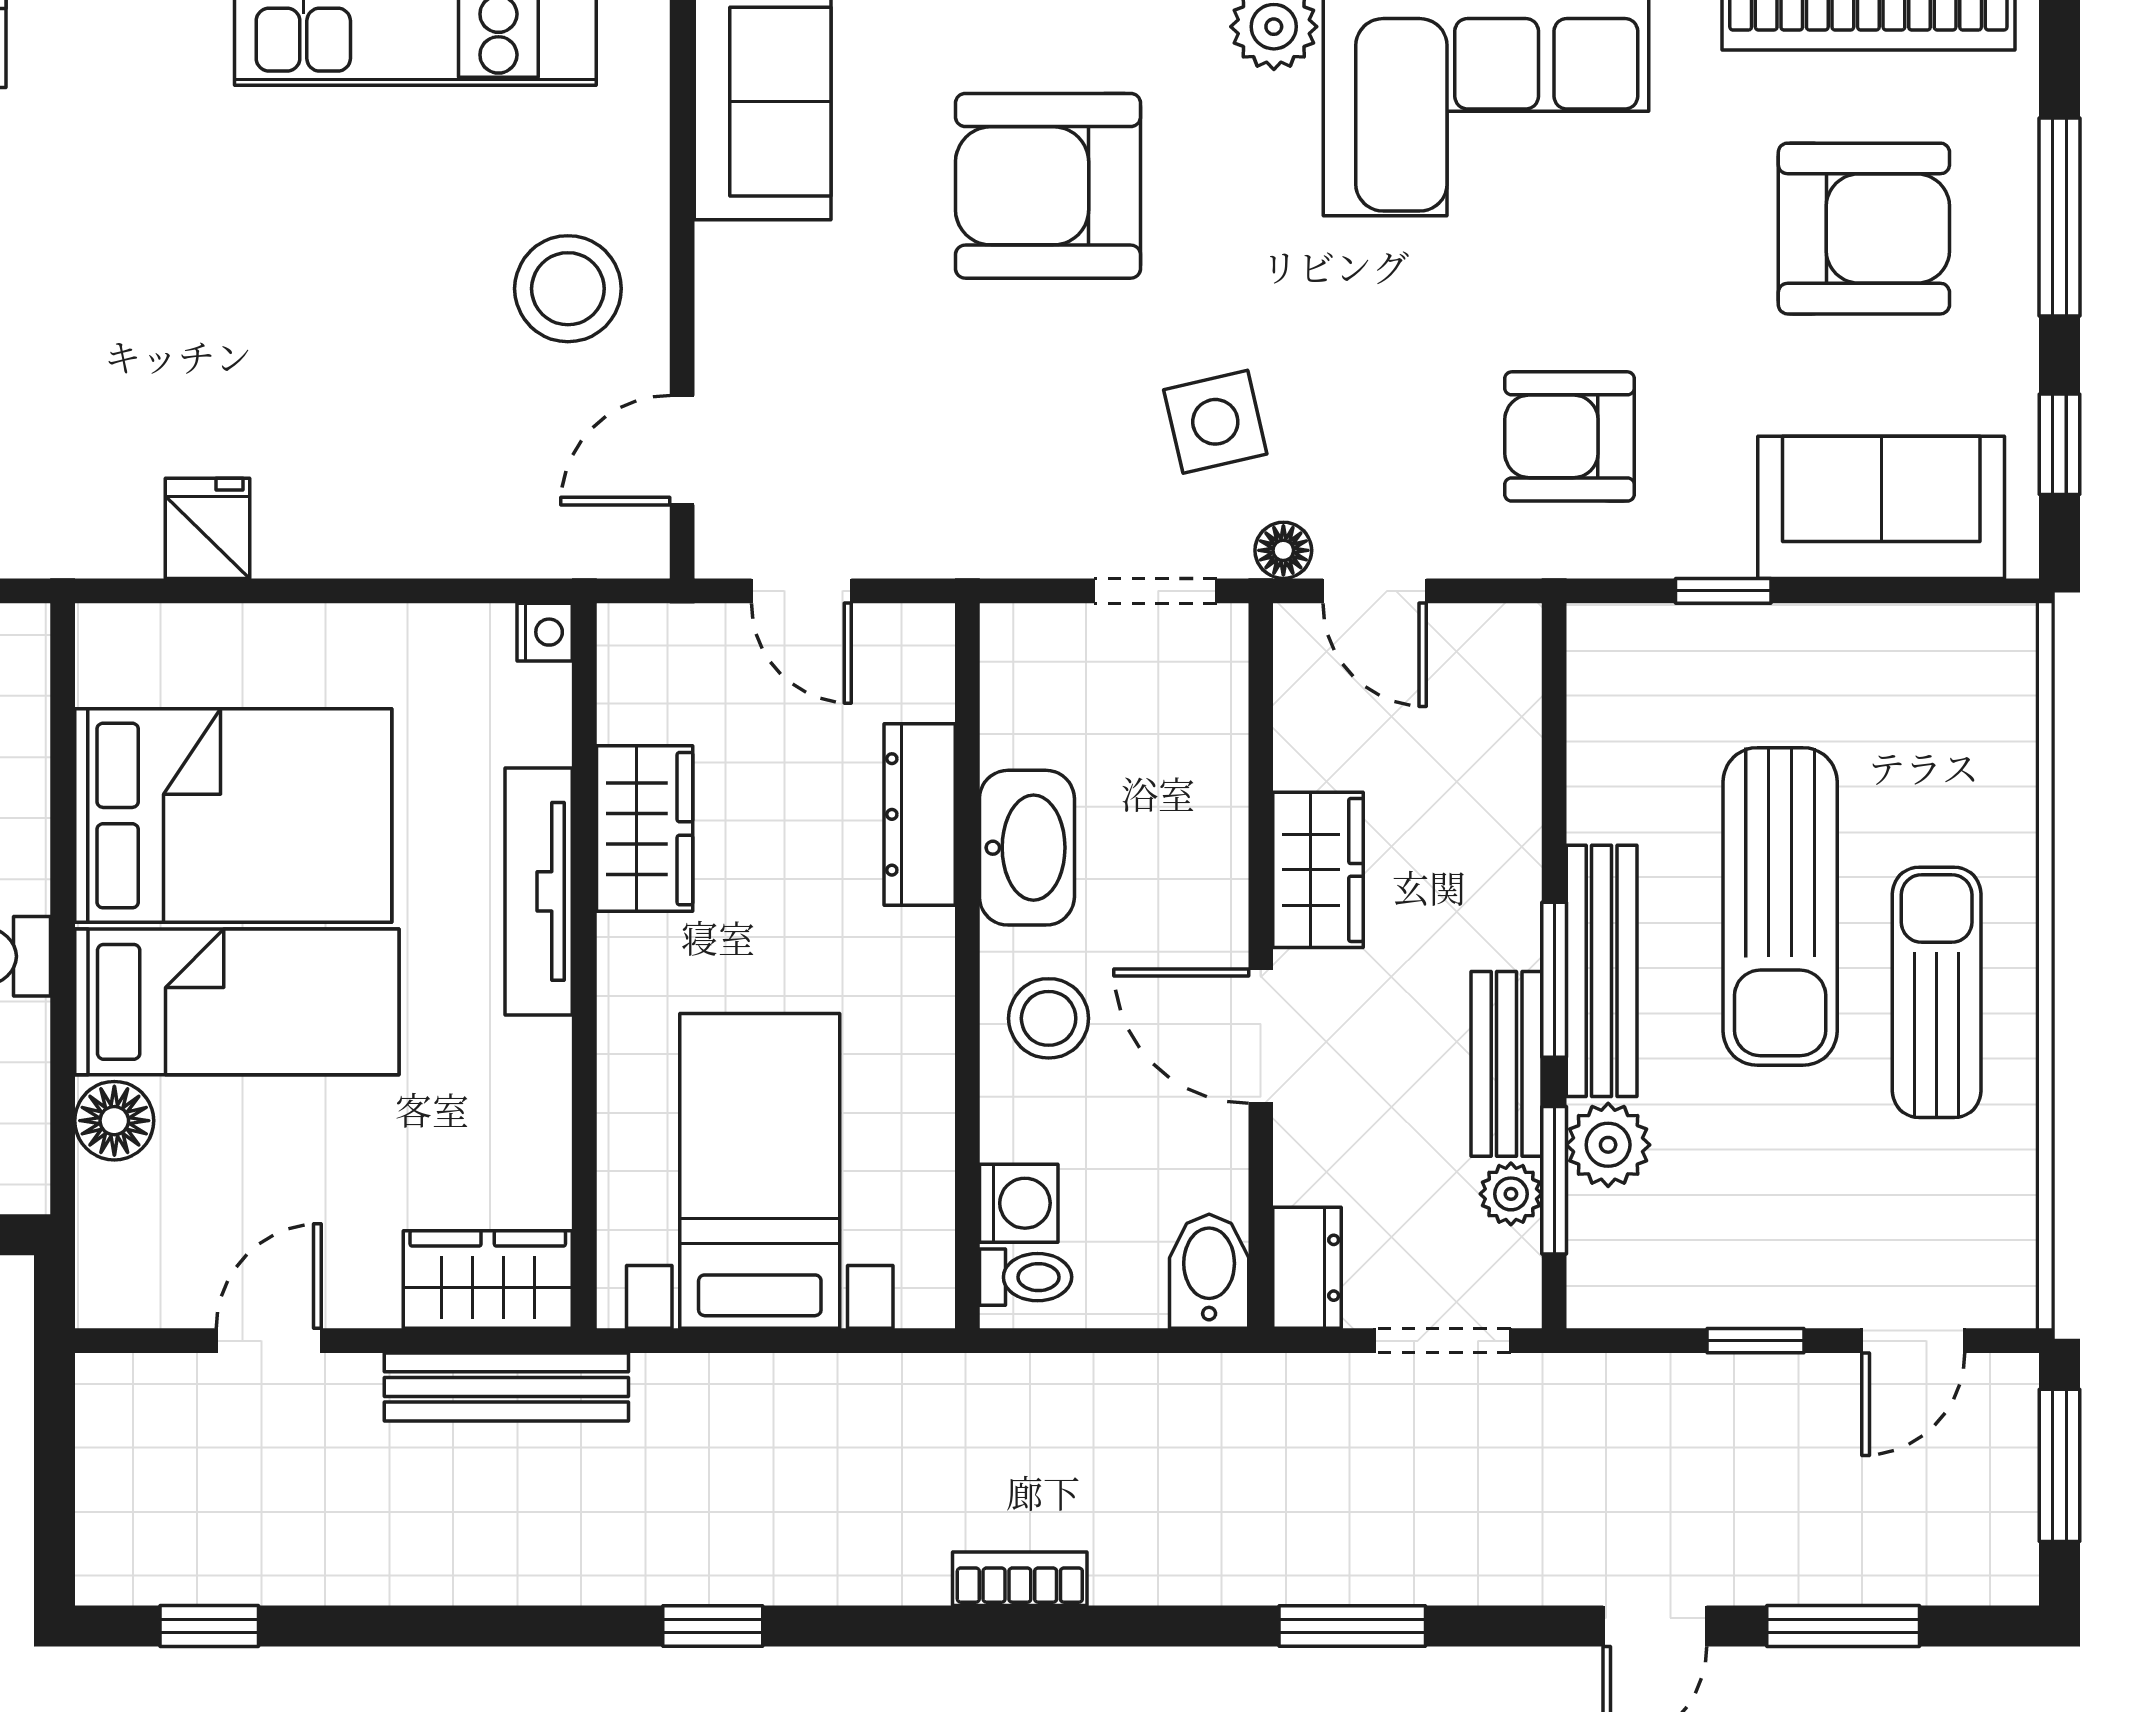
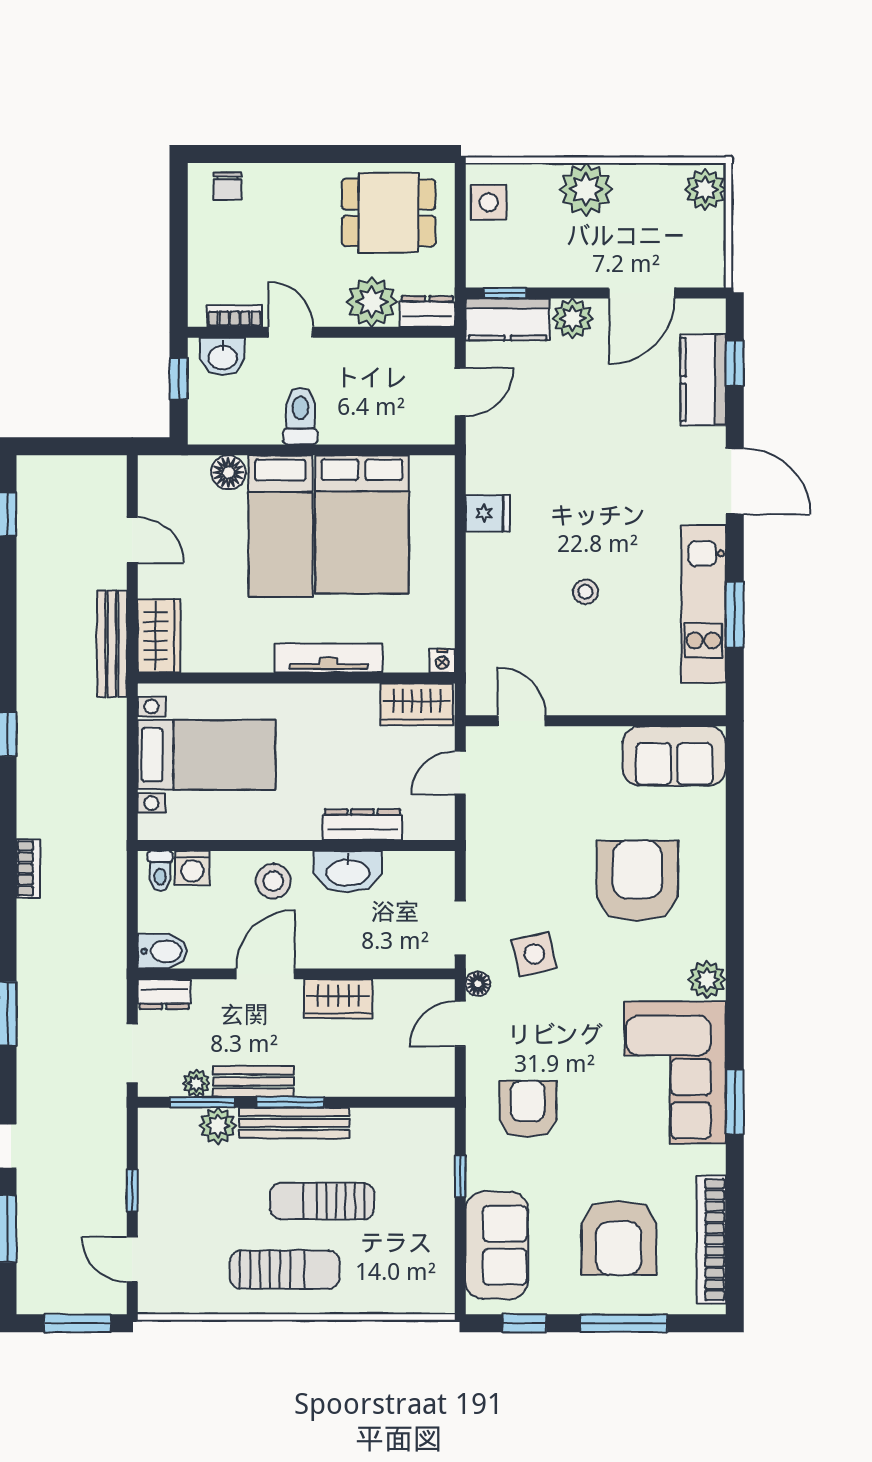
stool: (568, 289) -> (585, 592), moved, width x0.53, depth x0.53
wardrobe: (645, 829) -> (417, 704), moved
sun lounger: (1780, 906) -> (322, 1201), width x0.73, depth x0.75

